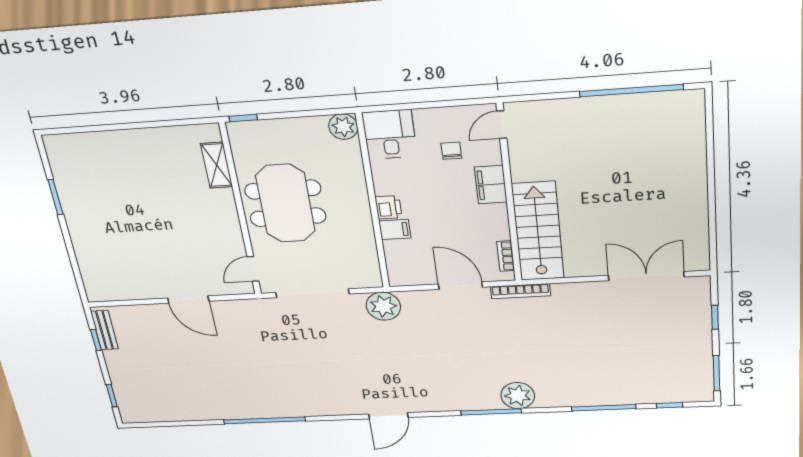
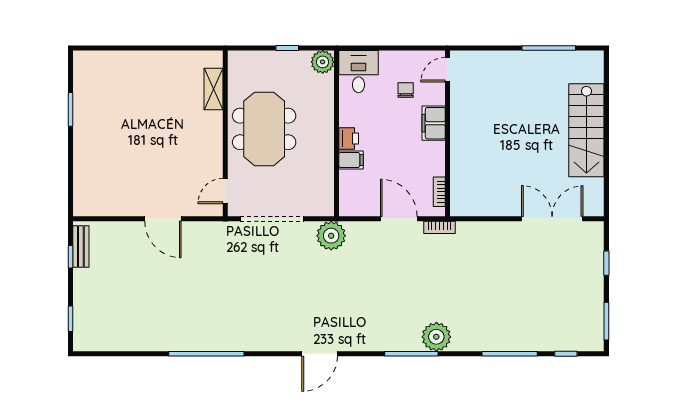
window: (631, 91) -> (549, 48), width x0.68
window: (243, 118) -> (287, 48), moved
stairs: (538, 231) -> (586, 130), moved, turned 180
bookcase: (520, 291) -> (439, 227), width x0.64

